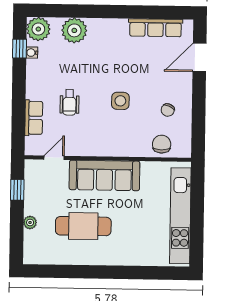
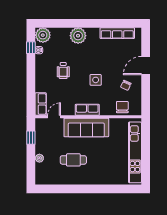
plant: (74, 30) -> (78, 36), moved
door: (199, 57) -> (146, 66), moved
wheelchair: (69, 102) -> (63, 70), moved
row of seats: (34, 118) -> (41, 104), moved
row of seats: (106, 148) -> (87, 110), added
cafe table: (83, 226) -> (73, 160), width x0.73, depth x0.74

